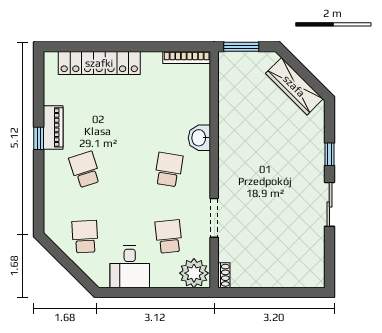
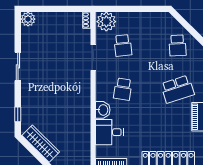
window: (329, 154) -> (18, 114), moved
school desk: (85, 170) -> (178, 89), width x1.85
desk: (130, 267) -> (109, 132), moved, turned -90
plant: (314, 277) -> (28, 19), added

